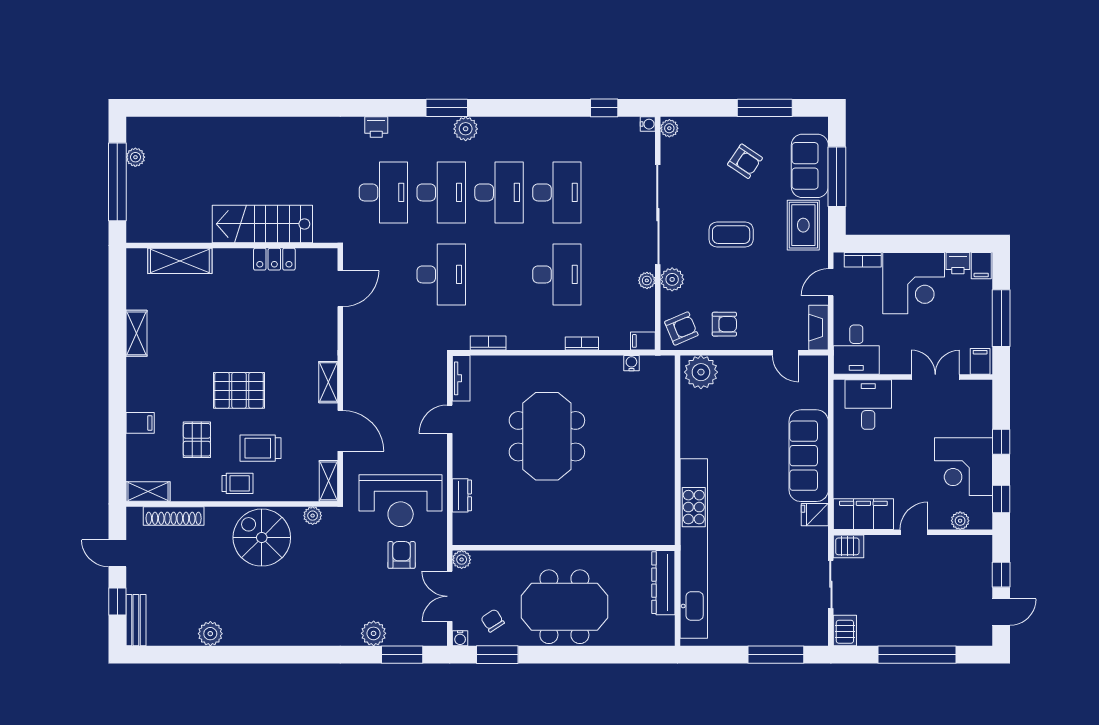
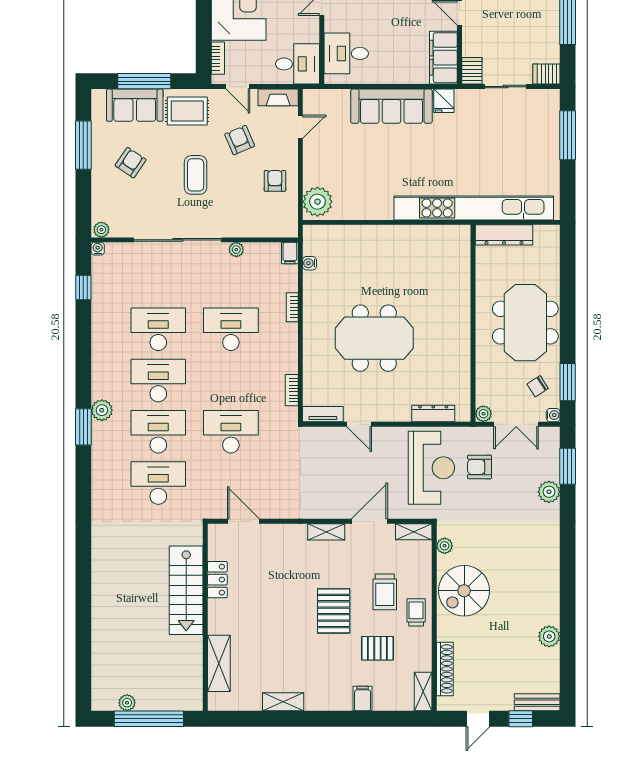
printer: (376, 127) -> (100, 489), removed
plant: (672, 279) -> (235, 227), removed
armchair: (681, 328) -> (240, 140), moved
dresser: (462, 495) -> (433, 413), width x1.44

